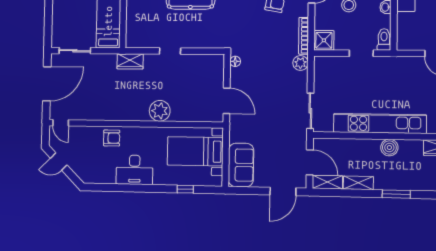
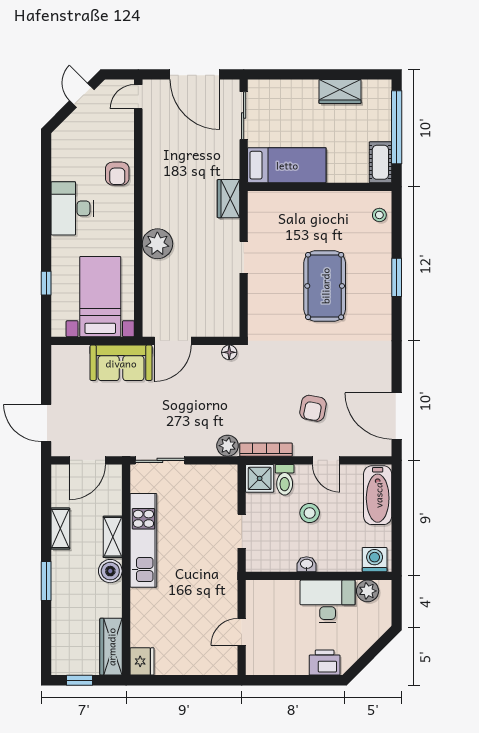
toilet: (384, 39) -> (285, 480), moved, turned 90
kitchen unit: (380, 124) -> (143, 540), width x0.73
sofa: (241, 165) -> (121, 363), moved
shelving: (327, 182) -> (113, 537), moved

